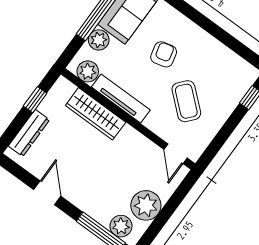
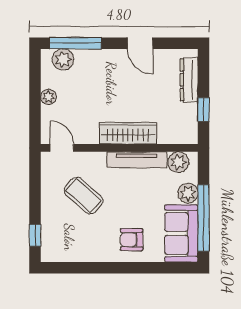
armchair: (164, 54) -> (132, 240), moved, turned 104
wardrobe: (96, 114) -> (128, 133), moved
plant: (146, 205) -> (48, 97), width x0.53, depth x0.53

